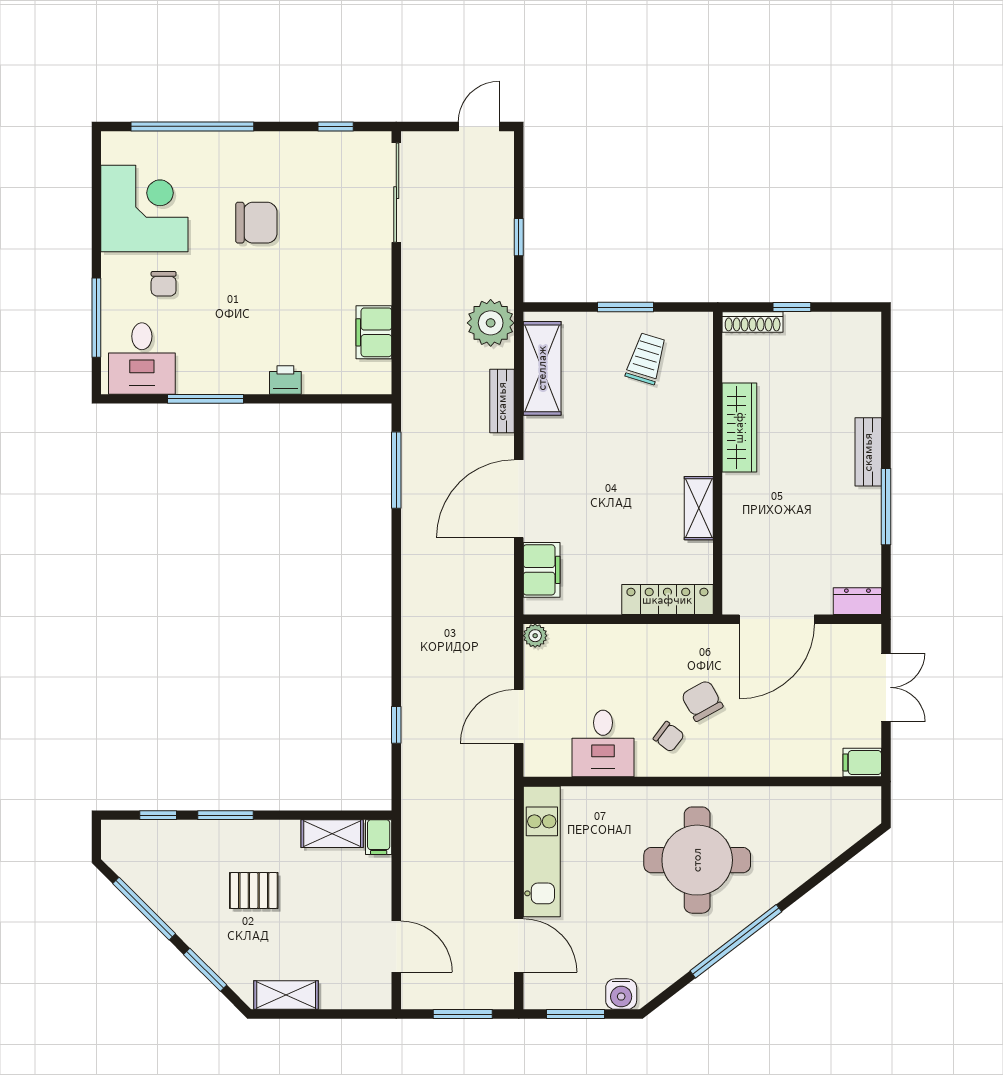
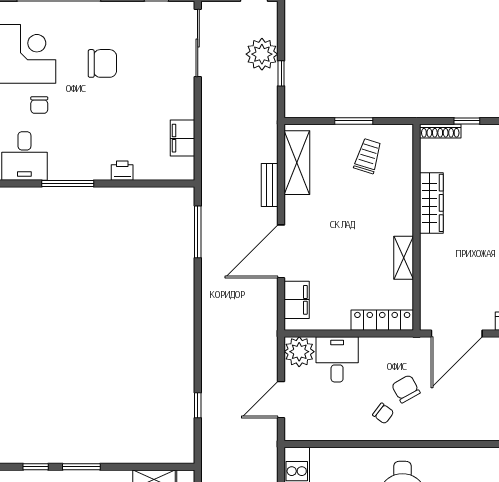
plant: (491, 323) -> (262, 54), moved
plant: (535, 636) -> (299, 352), width x1.87, depth x1.87
desk: (603, 743) -> (337, 359), moved, turned 180

